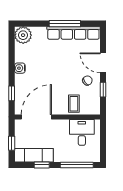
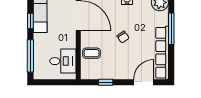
window: (65, 24) -> (171, 29), moved
door: (103, 63) -> (144, 82), moved
chair: (87, 81) -> (123, 37), moved

